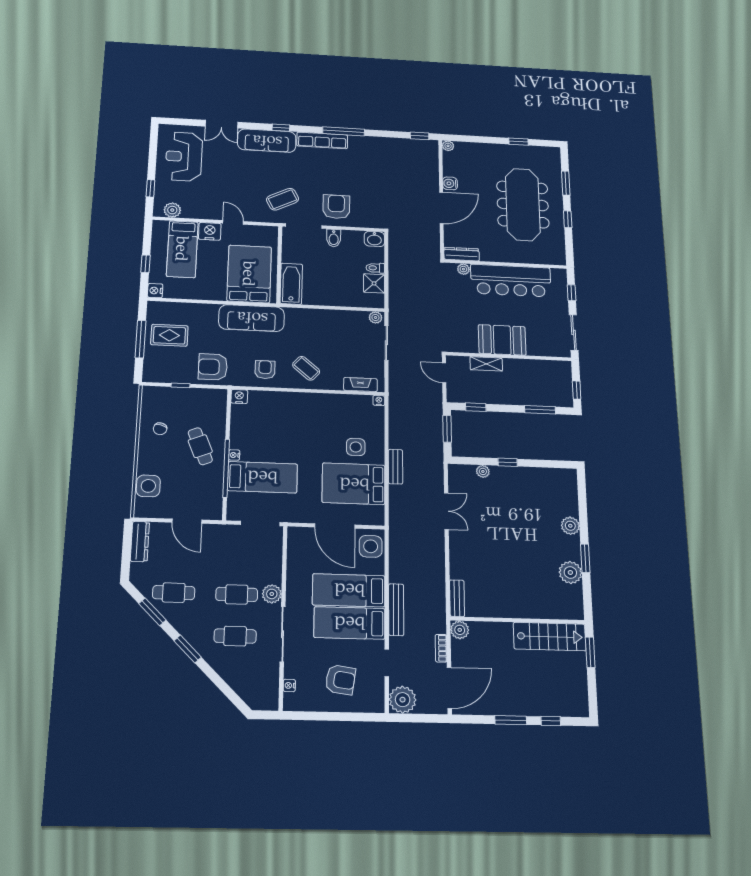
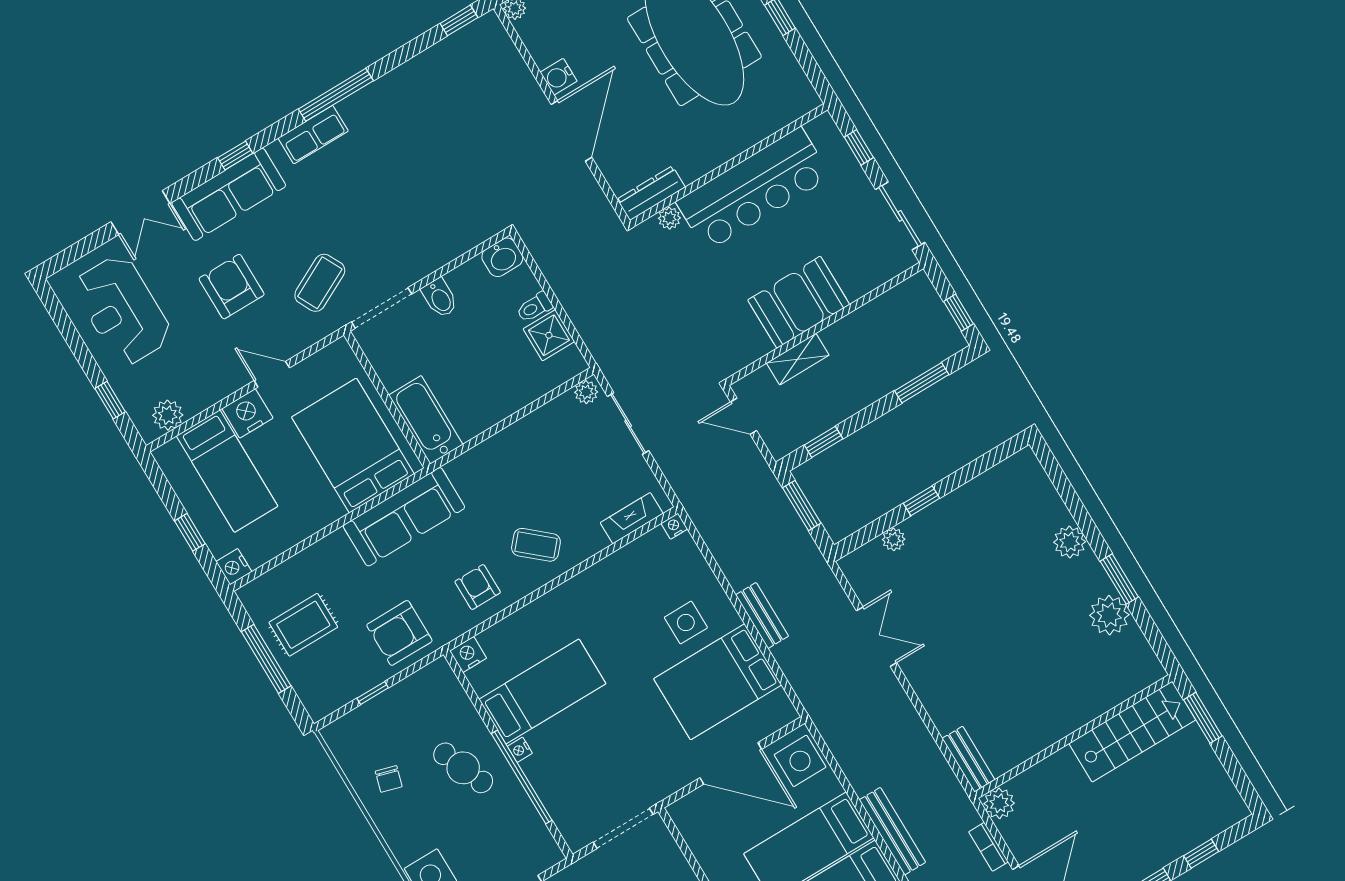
row of seats: (322, 140) -> (313, 135), width x0.68
armchair: (336, 207) -> (232, 287), moved
bed: (262, 477) -> (542, 691), moved

